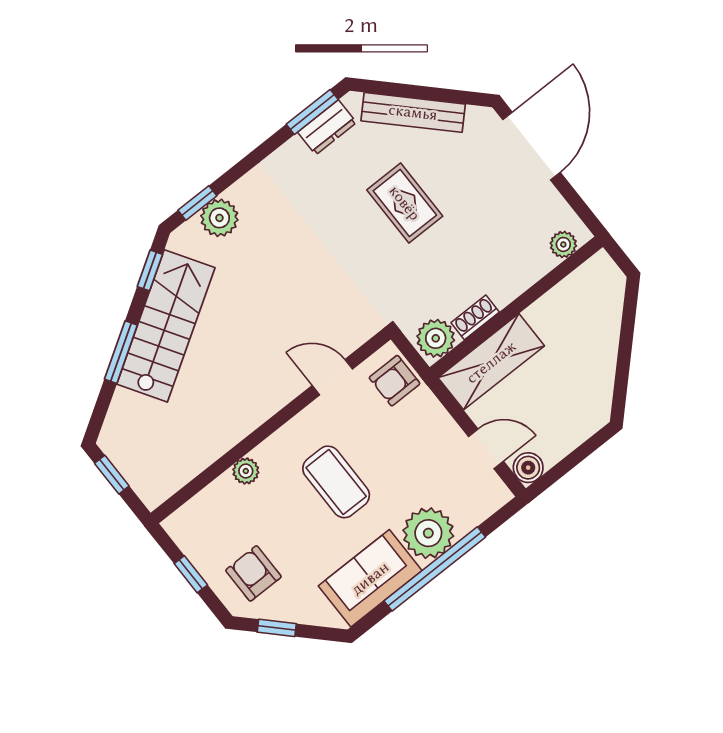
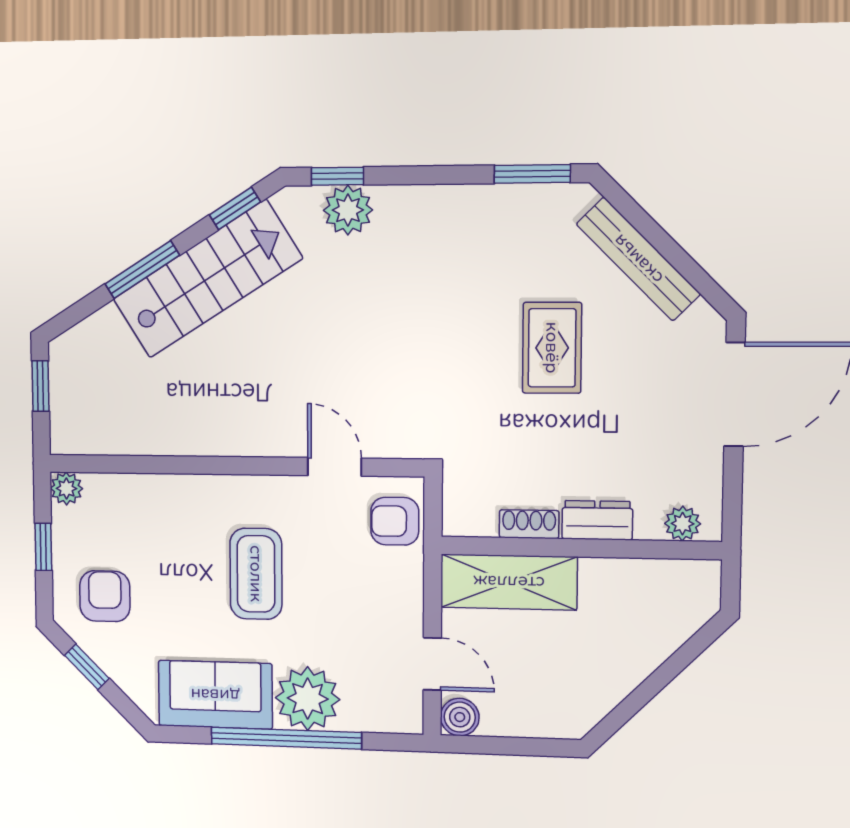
dresser: (327, 127) -> (597, 520), moved, turned 180
plant: (436, 338) -> (471, 513), removed
plant: (246, 471) -> (66, 488), moved

